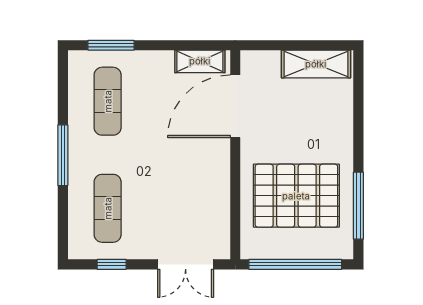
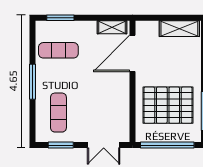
exercise mat: (108, 101) -> (58, 50), turned 90
window: (112, 264) -> (61, 145), width x1.50

